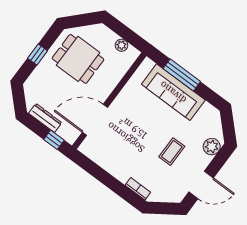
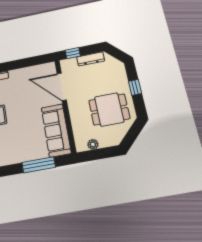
sofa: (173, 92) -> (56, 130), moved, turned -90
door: (95, 120) -> (62, 87), swing flipped

